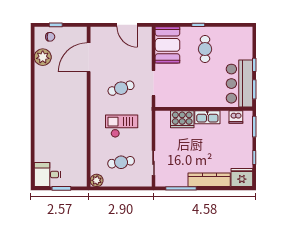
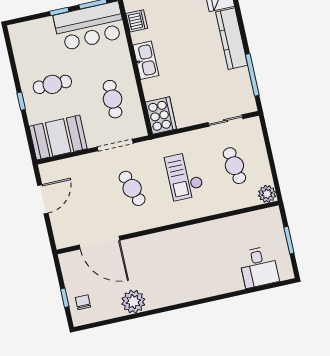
plant: (43, 57) -> (133, 302), moved
cafe table: (186, 88) -> (113, 99), added
cooker: (182, 119) -> (161, 115), moved
desk: (47, 175) -> (259, 267), moved

